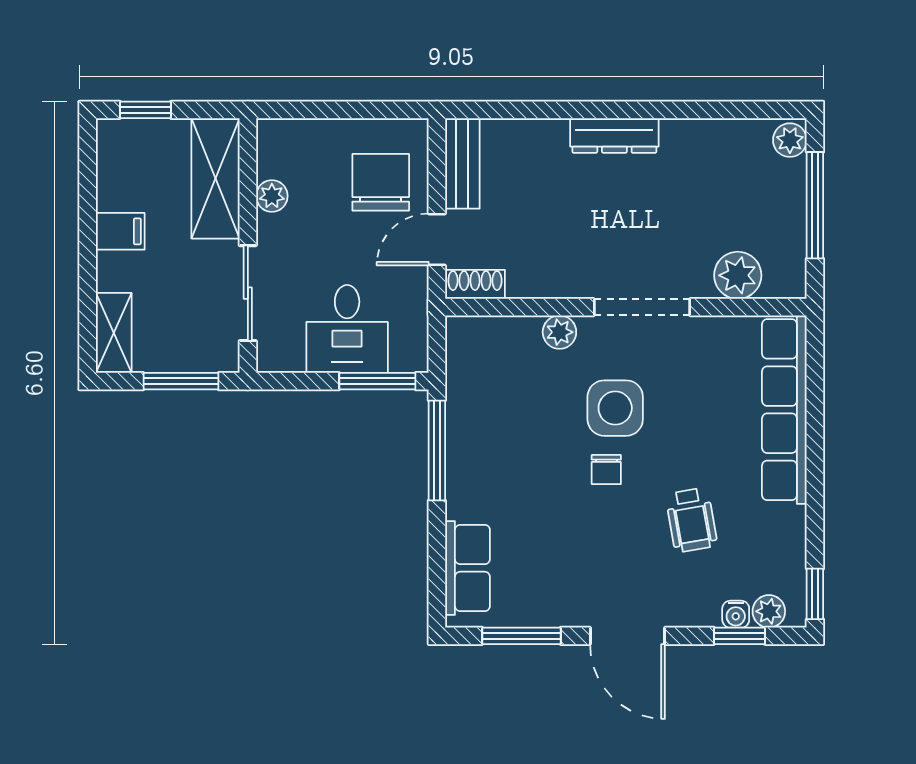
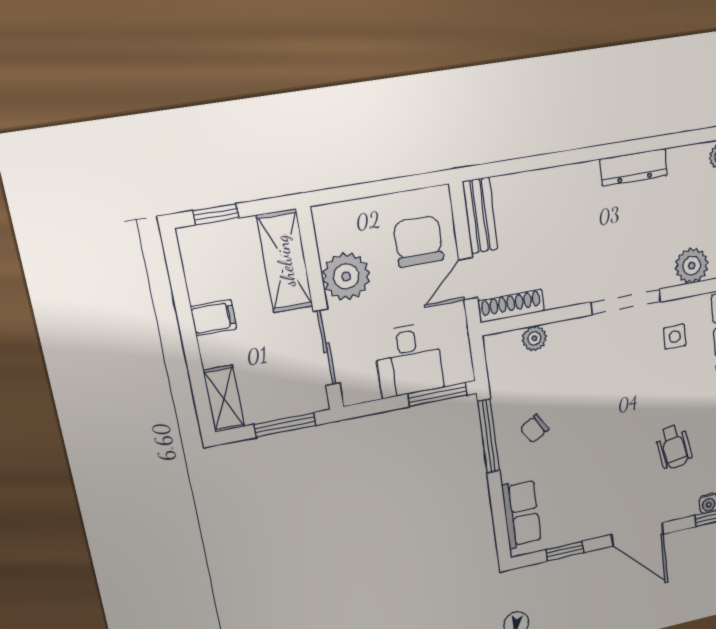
dresser: (614, 135) -> (634, 167), moved
plant: (272, 196) -> (346, 276), width x1.88, depth x1.88
shoe rack: (475, 284) -> (511, 306), width x1.43
plant: (559, 332) -> (534, 338), moved
side table: (615, 408) -> (675, 337), moved, width x0.54, depth x0.54
chair: (606, 470) -> (534, 429), moved, turned 59
window: (521, 636) -> (565, 551), width x0.67

